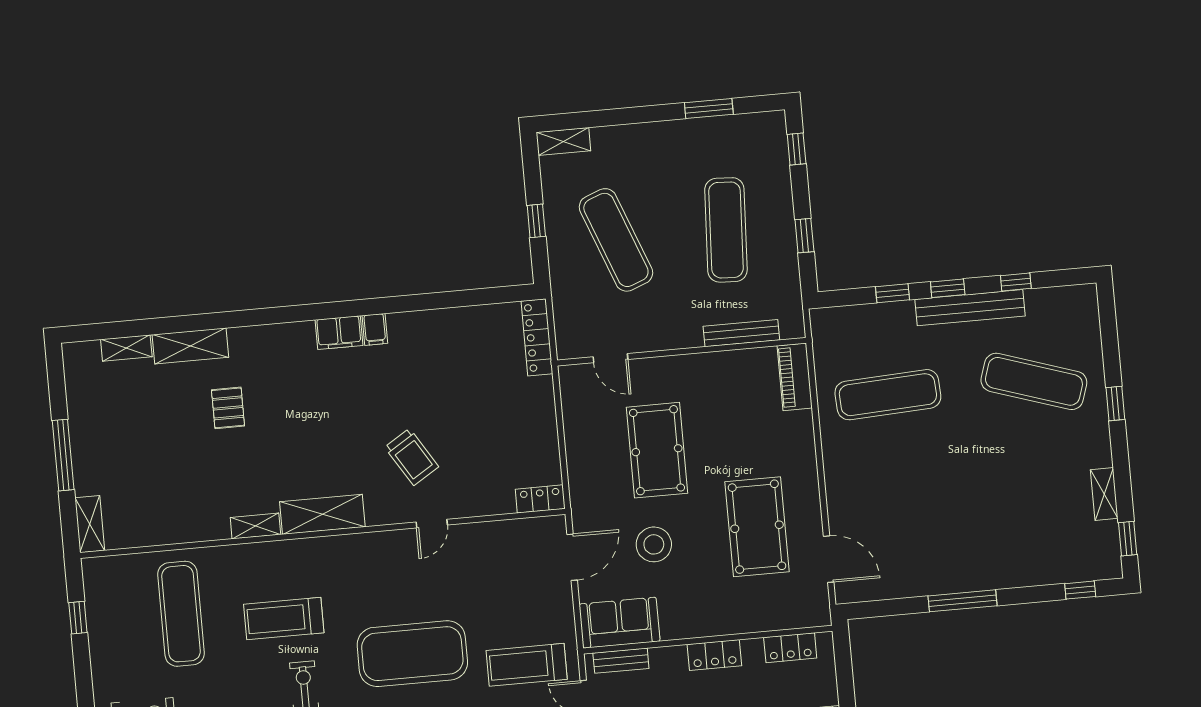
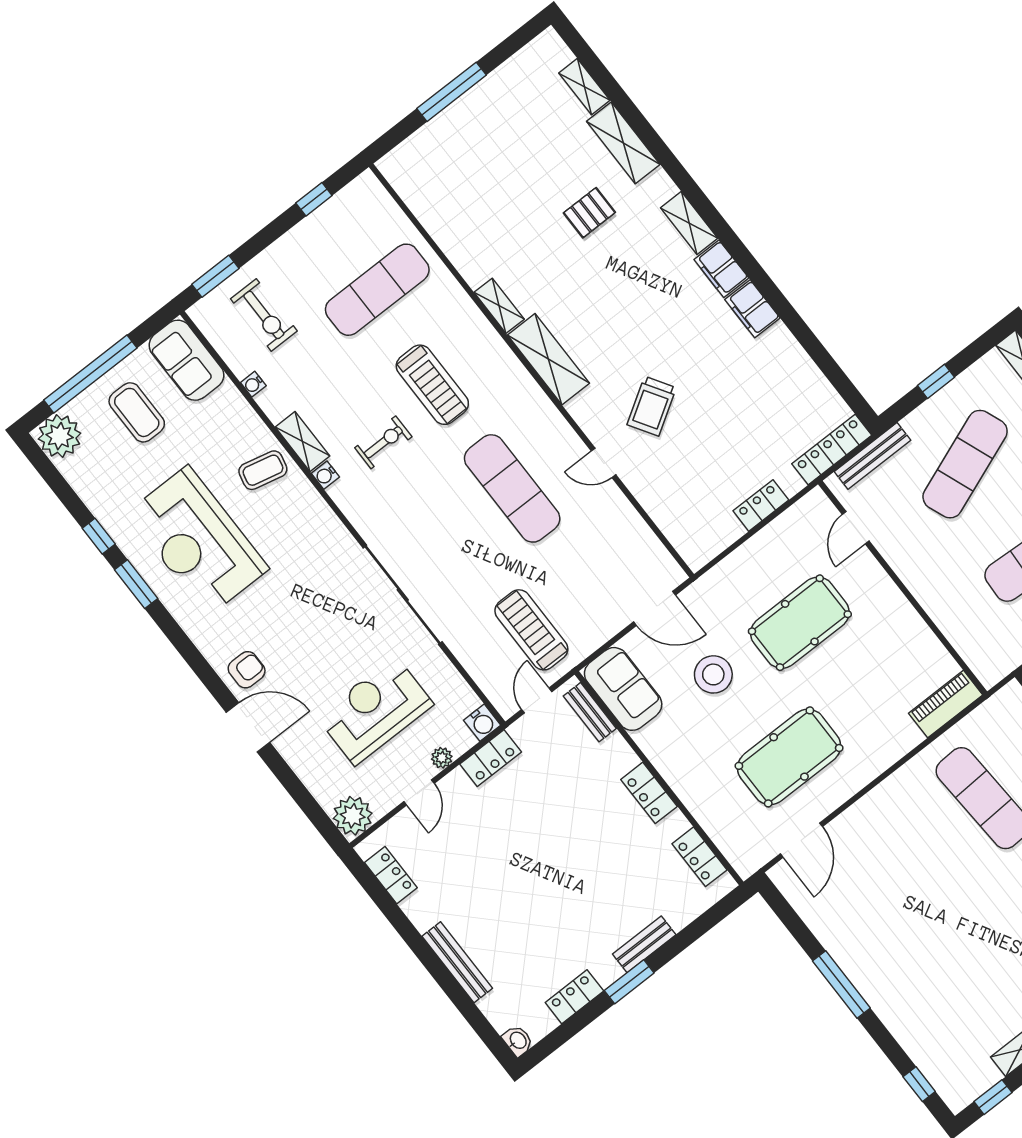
filing cabinet: (375, 329) -> (752, 309), width x2.00
bench: (741, 333) -> (872, 456), moved, turned 90
locker: (540, 499) -> (761, 505), moved, turned -90
shelving: (90, 524) -> (689, 223), moved, turned 90
treadmill: (284, 619) -> (432, 385), turned 180
exercise mat: (412, 654) -> (512, 488), moved, width x0.68

